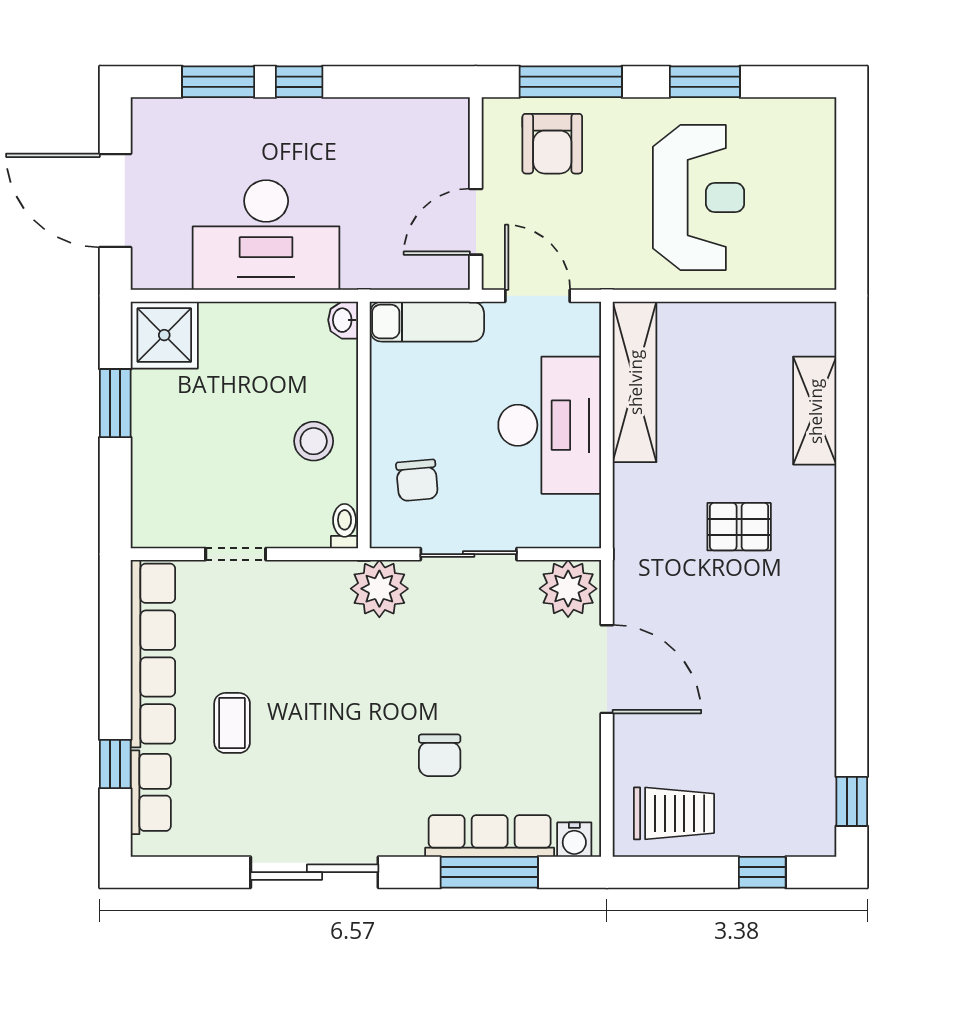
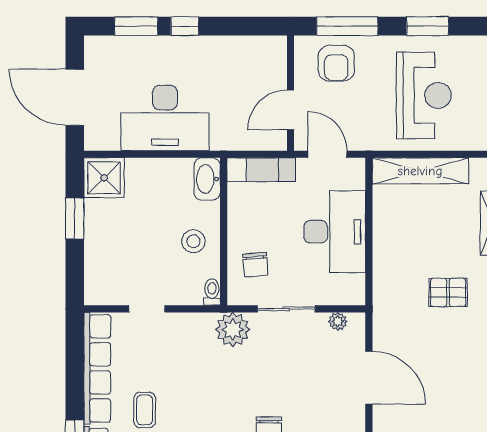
washbasin: (343, 320) -> (207, 179), width x1.91, depth x1.45
shelving: (635, 382) -> (420, 171), moved, turned 90
plant: (568, 589) -> (338, 321), width x0.53, depth x0.53

